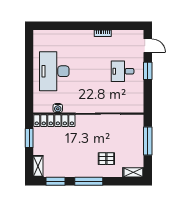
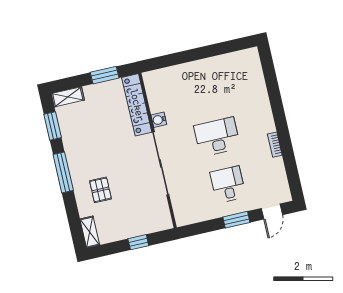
desk: (54, 71) -> (217, 137), moved, width x0.73, depth x0.77
water cooler: (58, 108) -> (159, 120), moved
window: (148, 141) -> (138, 242), width x0.46

